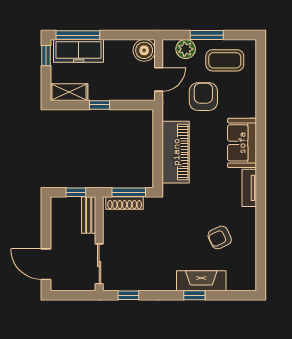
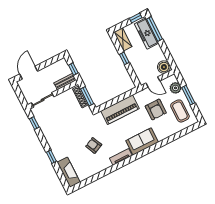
armchair: (203, 97) -> (156, 109), turned 90
armchair: (220, 237) -> (94, 145), moved
fireplace: (201, 281) -> (69, 172), moved

